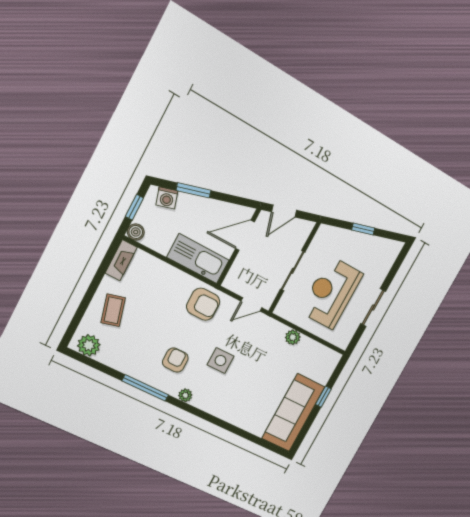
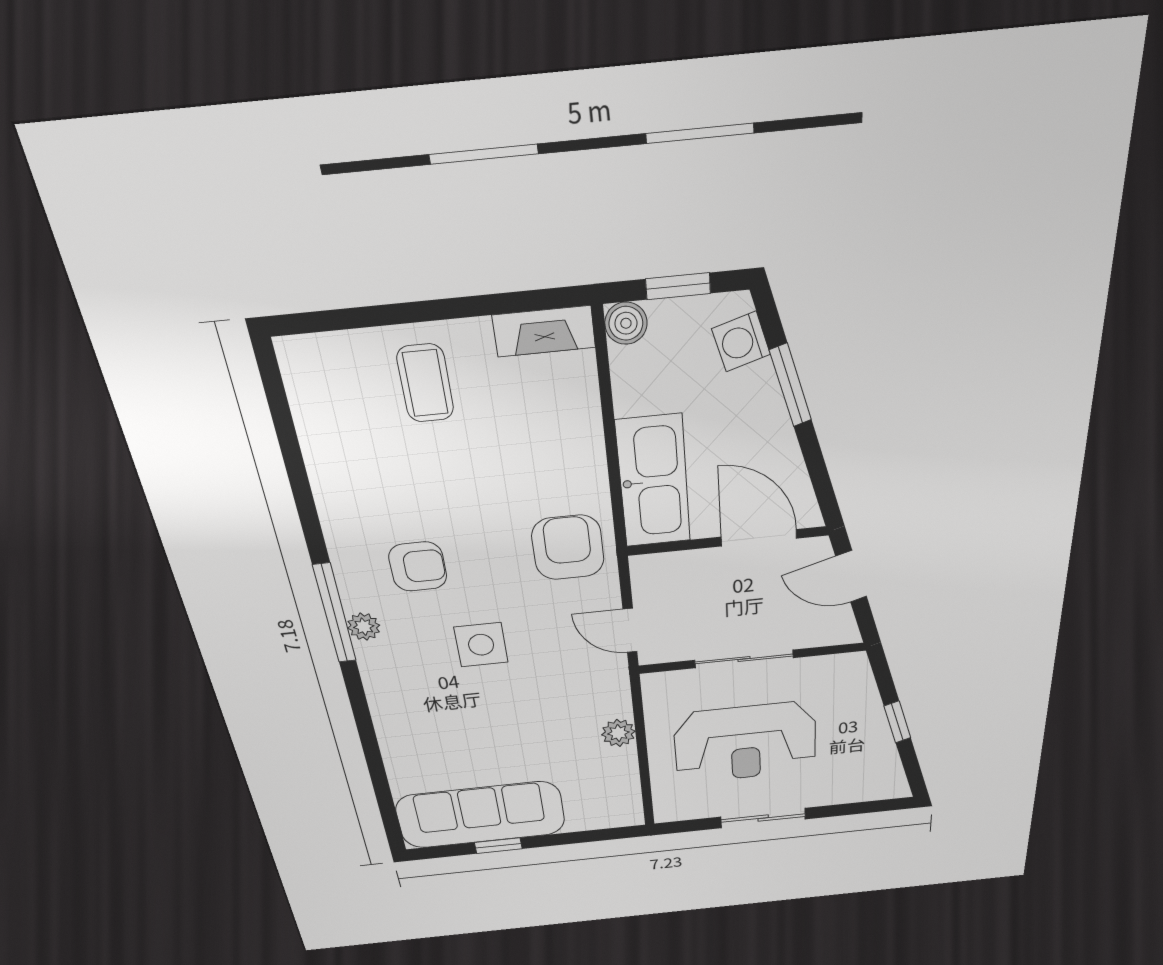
reception desk: (331, 293) -> (745, 743), turned 180
armchair: (203, 304) -> (568, 548), turned 180
coffee table: (113, 310) -> (425, 383), turned -75
plant: (89, 345) -> (312, 381), removed
window: (145, 388) -> (335, 614), moved
window: (323, 397) -> (498, 846), moved

